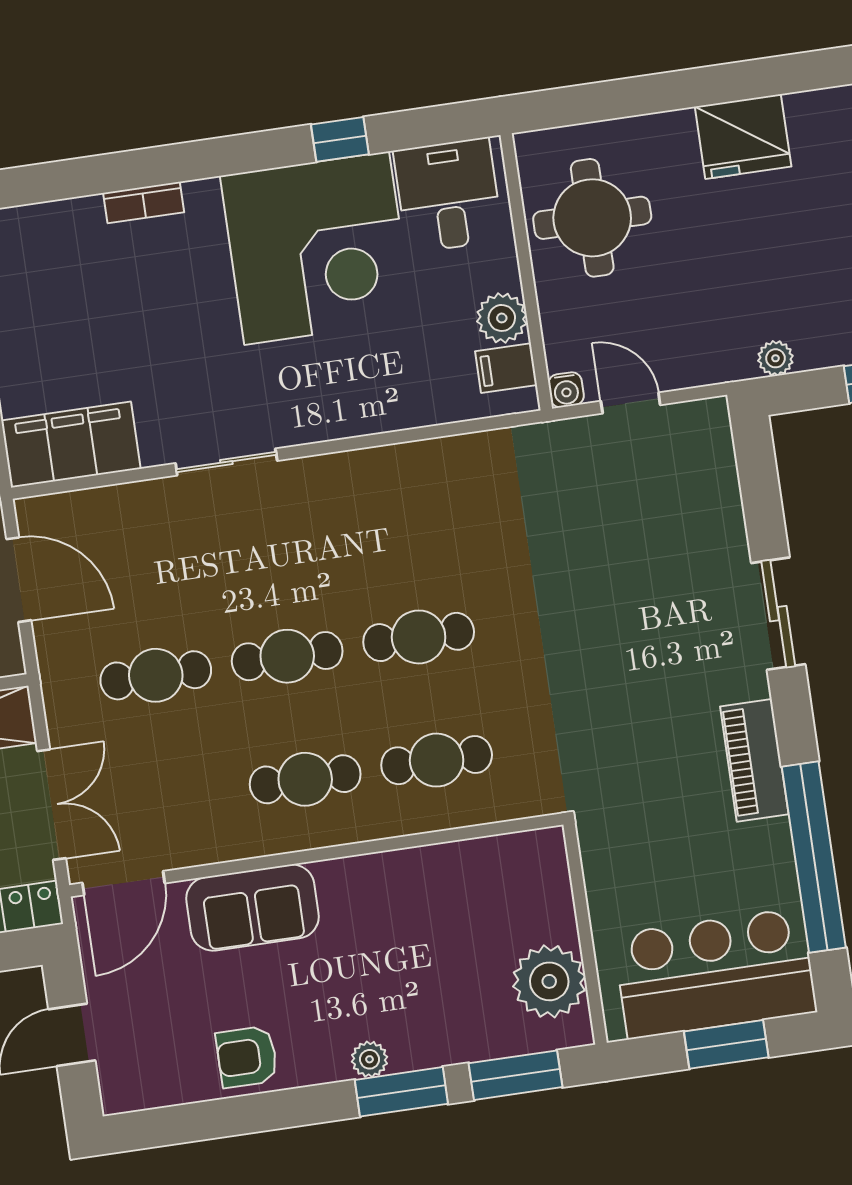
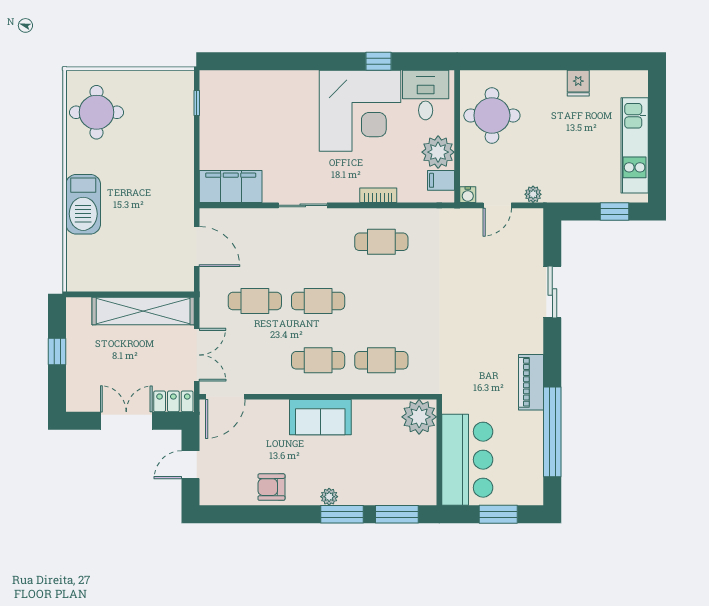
fridge: (743, 137) -> (578, 83), width x0.53, depth x0.75
bookcase: (144, 203) -> (378, 195), moved, turned 180
plant: (502, 318) -> (438, 152), width x1.36, depth x1.36
plant: (775, 358) -> (533, 194), moved
door: (631, 403) -> (497, 205), swing flipped
sliding door: (778, 614) -> (552, 292), moved
cafe table: (419, 637) -> (381, 242), moved
sofa: (253, 908) -> (320, 417), moved
bar counter: (715, 973) -> (467, 460), moved, turned 90
plant: (549, 981) -> (419, 417), moved

